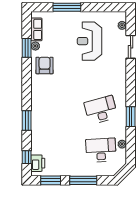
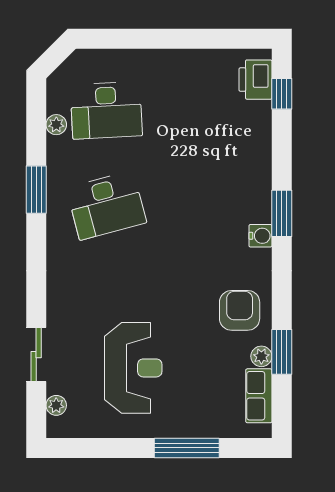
armchair: (45, 66) -> (240, 310), turned 180
water cooler: (36, 97) -> (260, 236), added
window: (27, 121) -> (282, 213), moved
window: (51, 180) -> (225, 39), removed
window: (83, 180) -> (148, 39), removed

